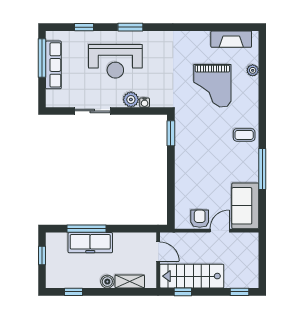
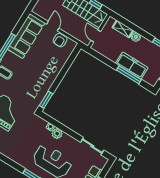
sliding door: (92, 111) -> (92, 146), moved
sofa: (245, 206) -> (26, 36), width x1.36
door: (220, 231) -> (53, 26), swing flipped

